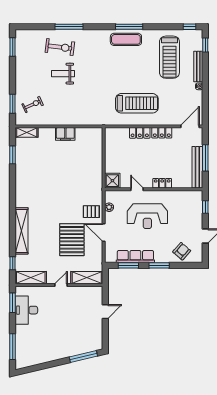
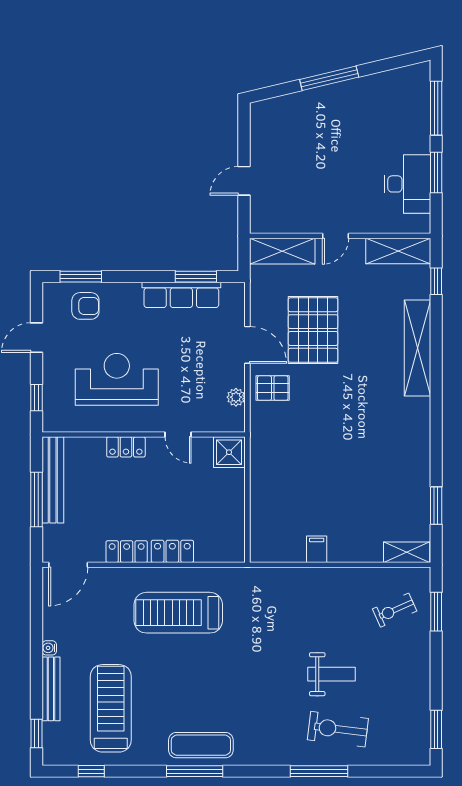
window: (189, 27) -> (91, 771), moved
filing cabinet: (65, 134) -> (317, 549), width x0.50
reception desk: (147, 216) -> (117, 379), moved
armchair: (182, 251) -> (85, 306), turned -131
window: (159, 265) -> (81, 277), moved
window: (13, 303) -> (436, 173), moved
window: (83, 357) -> (329, 78), moved

